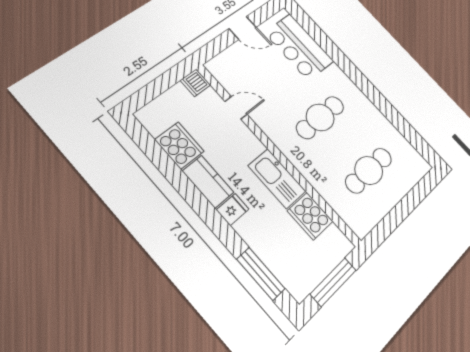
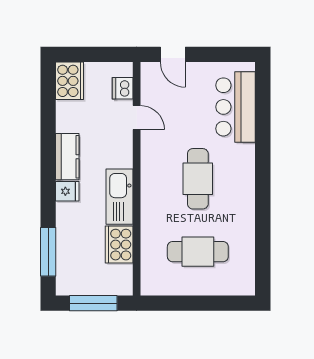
door: (243, 28) -> (173, 54), moved
dishwasher: (195, 83) -> (123, 88), moved
cafe table: (320, 117) -> (198, 179), turned 90
cooker: (179, 145) -> (70, 81), moved

